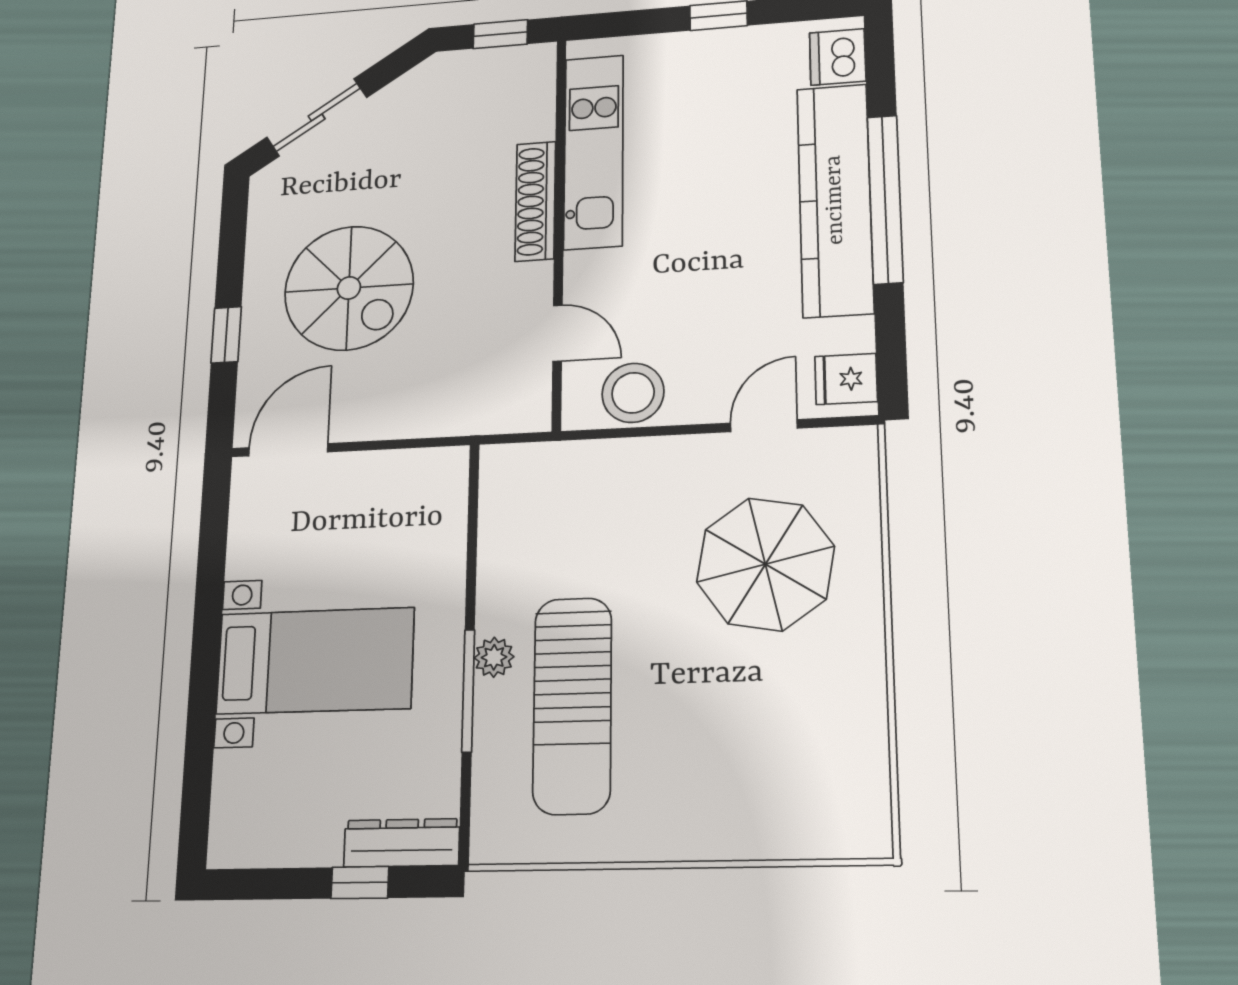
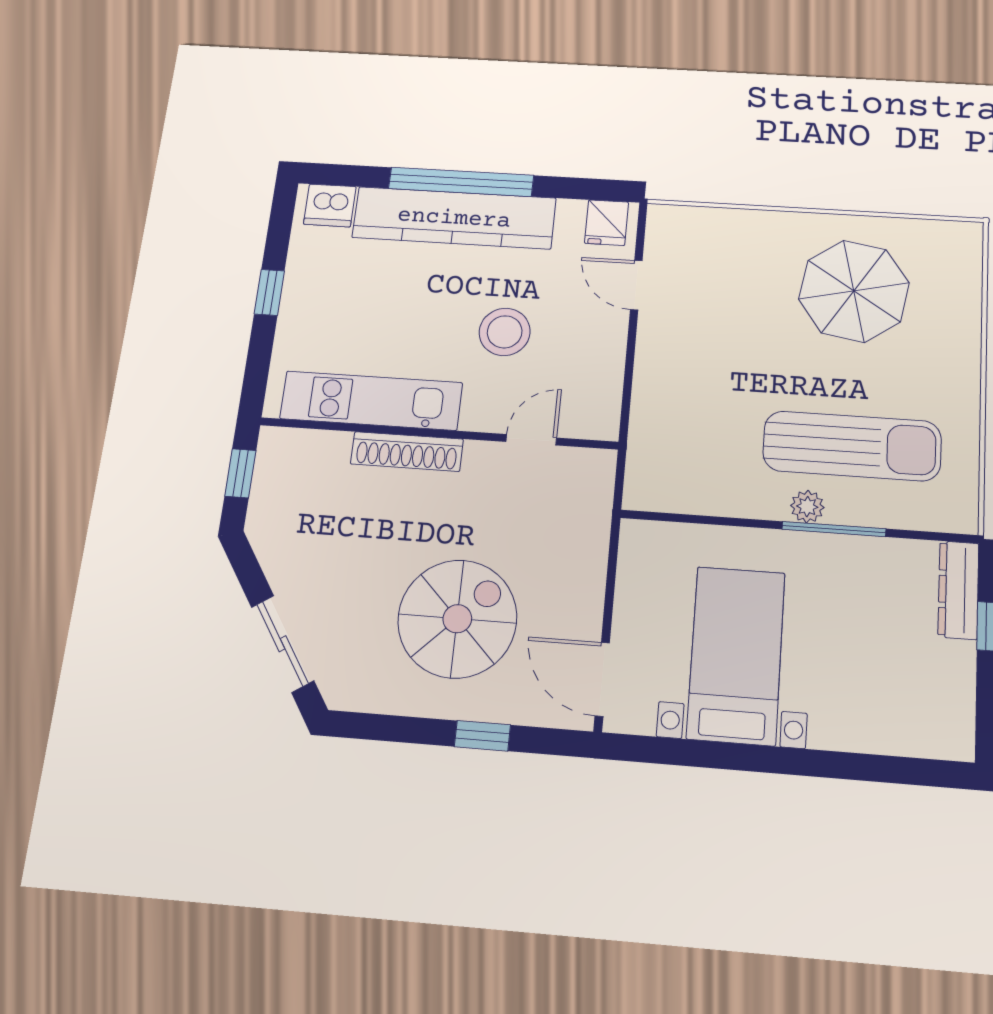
stool: (633, 393) -> (505, 332), moved
parasol: (765, 564) -> (854, 291), moved
bed with nightstands: (315, 661) -> (736, 655), moved

